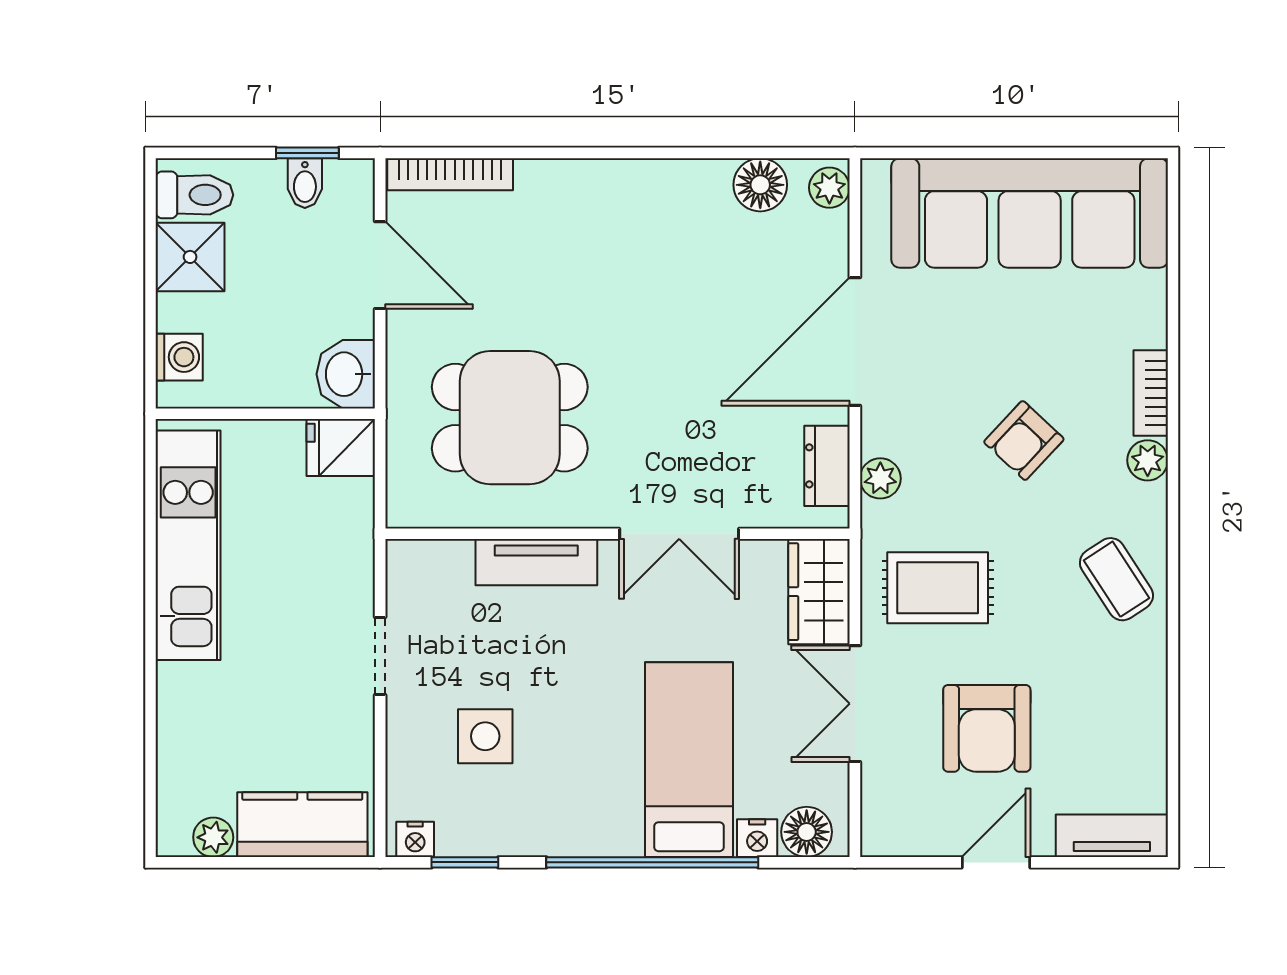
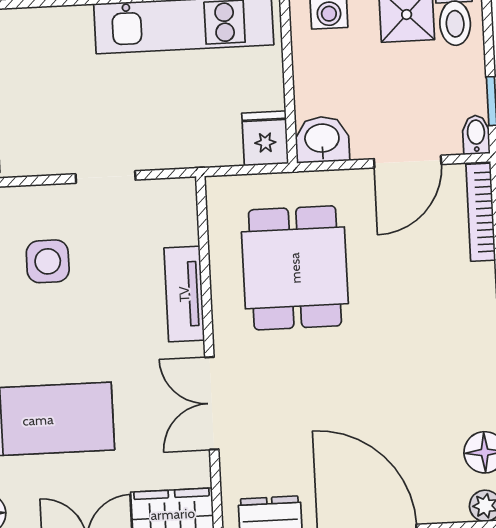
bidet: (305, 183) -> (476, 135), moved, turned 90

